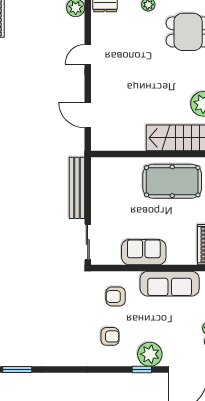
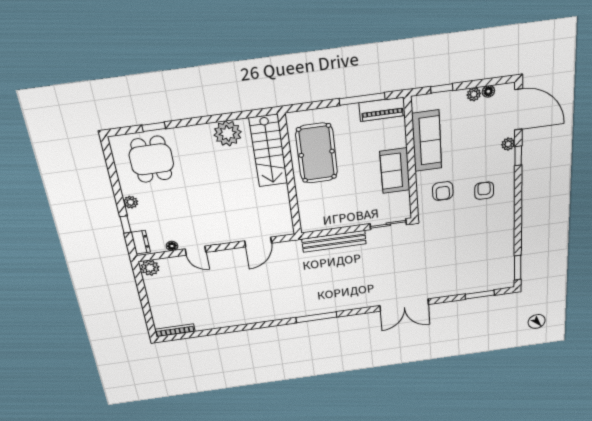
floor lamp: (96, 33) -> (172, 246), added
plant: (150, 354) -> (508, 144), width x0.53, depth x0.53

